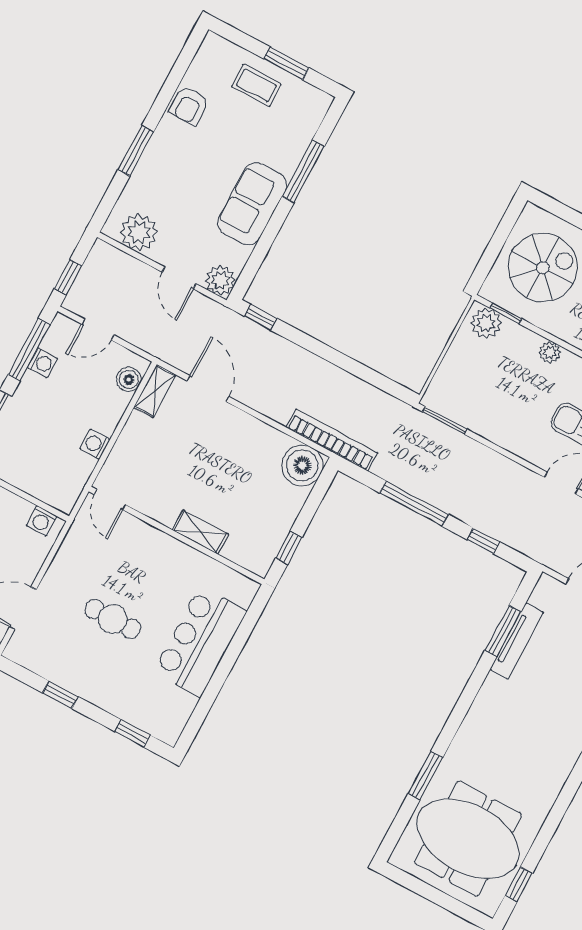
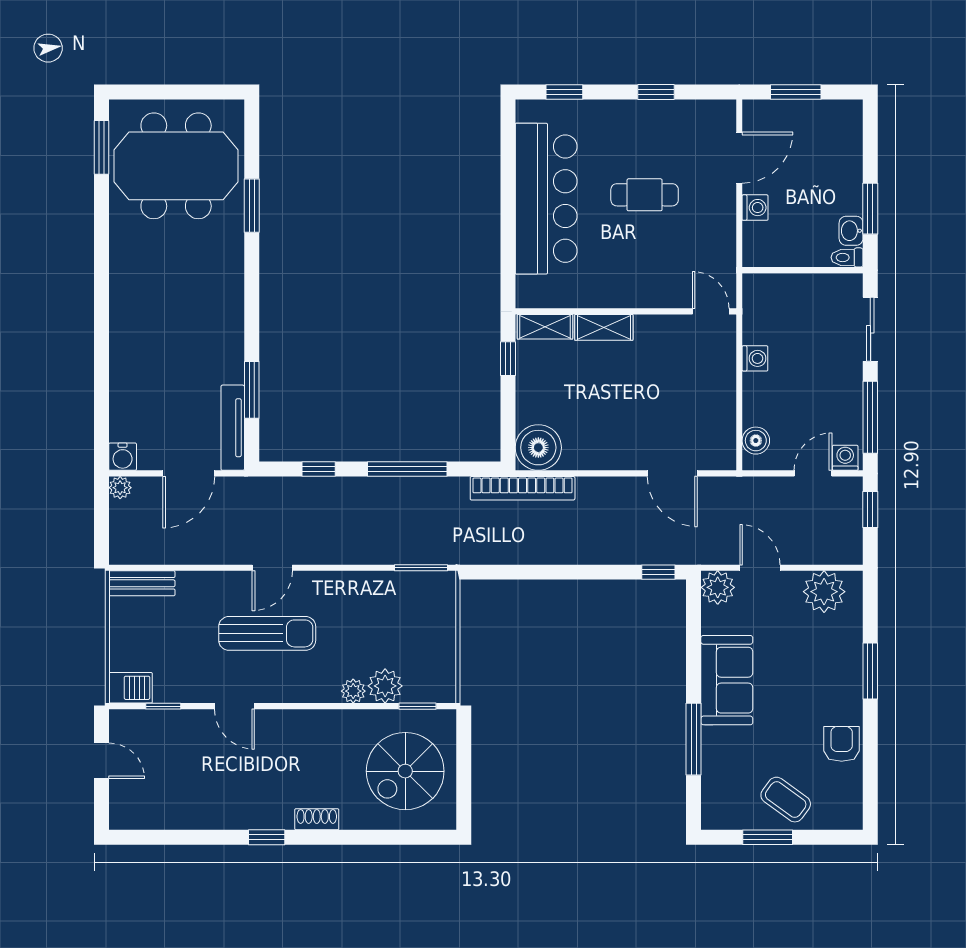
coffee table: (256, 85) -> (786, 800), turned 36
plant: (486, 323) -> (385, 686), moved
washing machine: (42, 363) -> (845, 458), moved, turned 90
shelving: (155, 391) -> (545, 327), moved, turned 90
washing machine: (42, 521) -> (755, 208), moved, turned 90
tv unit: (517, 641) -> (233, 428), moved
bar counter: (200, 642) -> (546, 199), width x1.36
window: (519, 884) -> (101, 147), width x1.50

